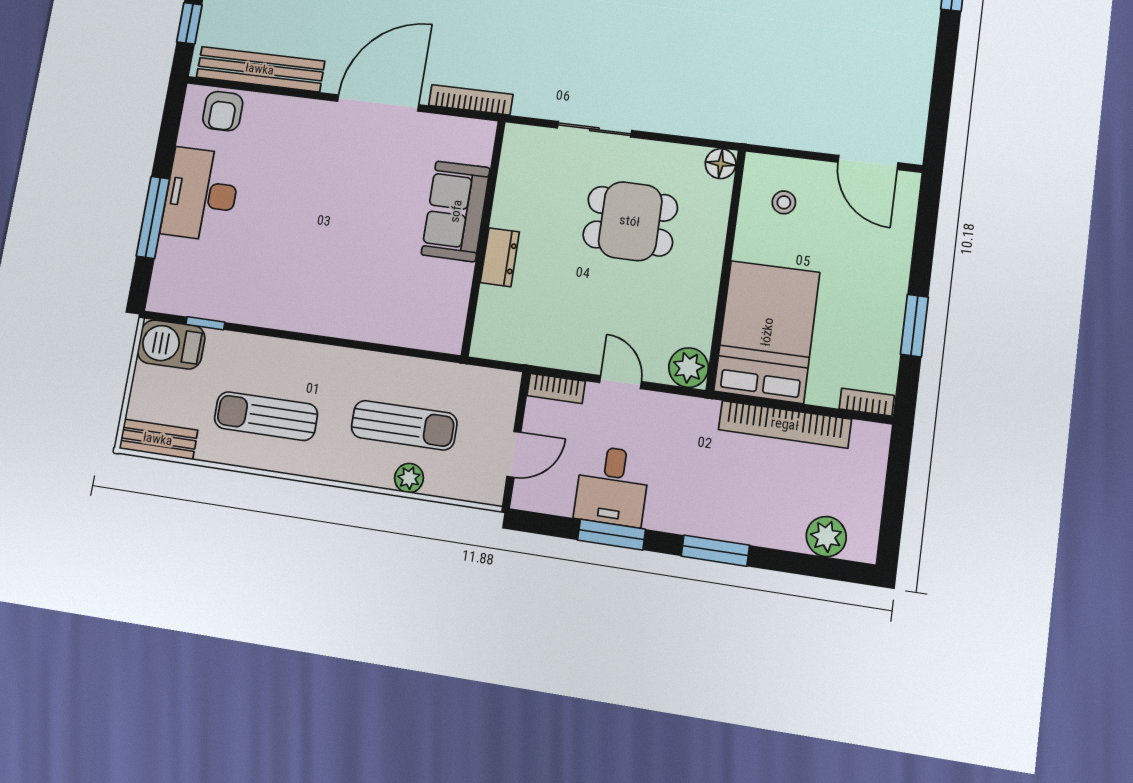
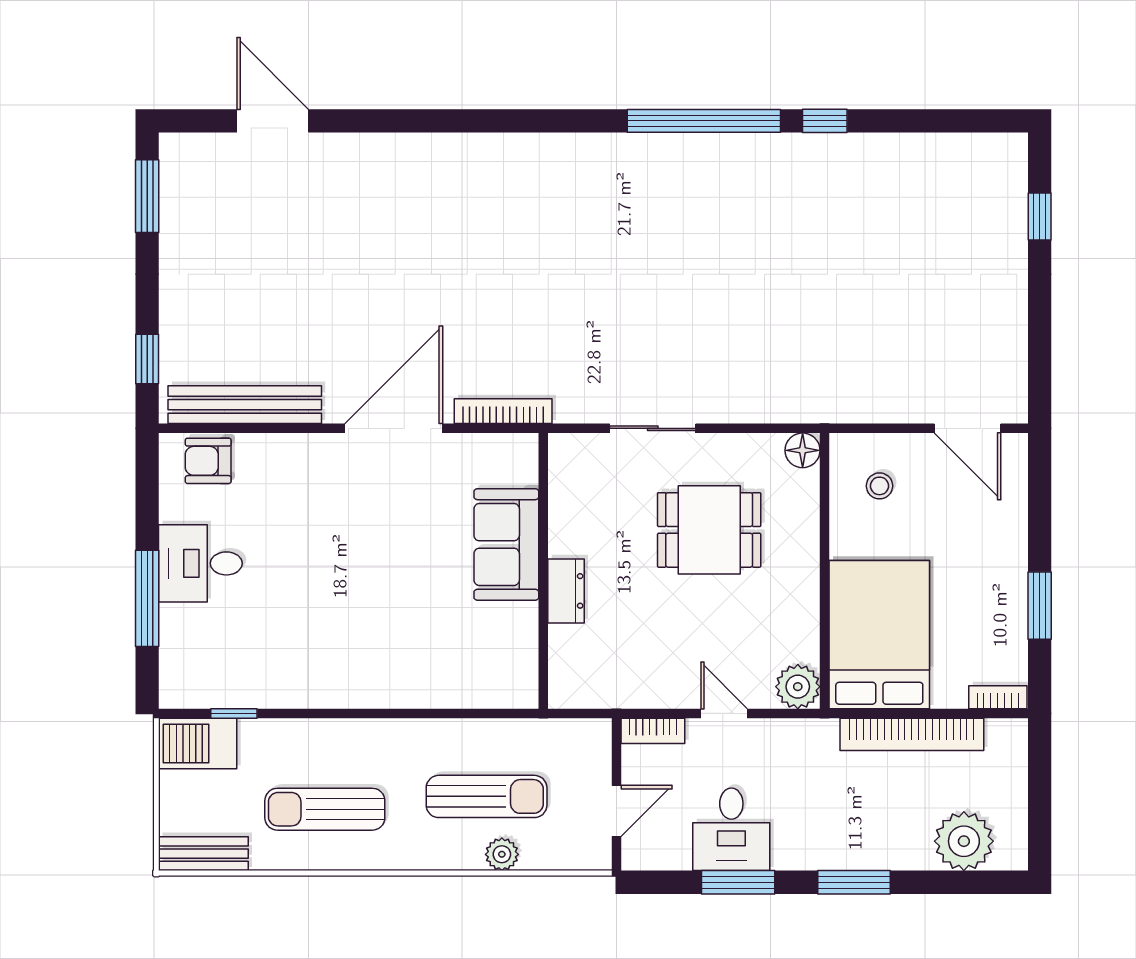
armchair: (223, 111) -> (208, 461), turned 90
desk: (201, 194) -> (200, 563), width x0.73
plant: (826, 537) -> (964, 841), width x1.36, depth x1.36

